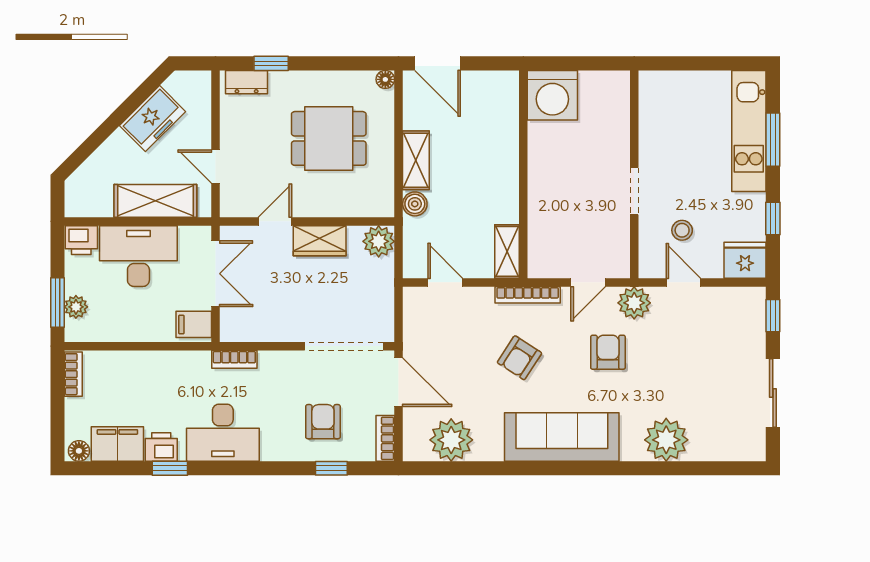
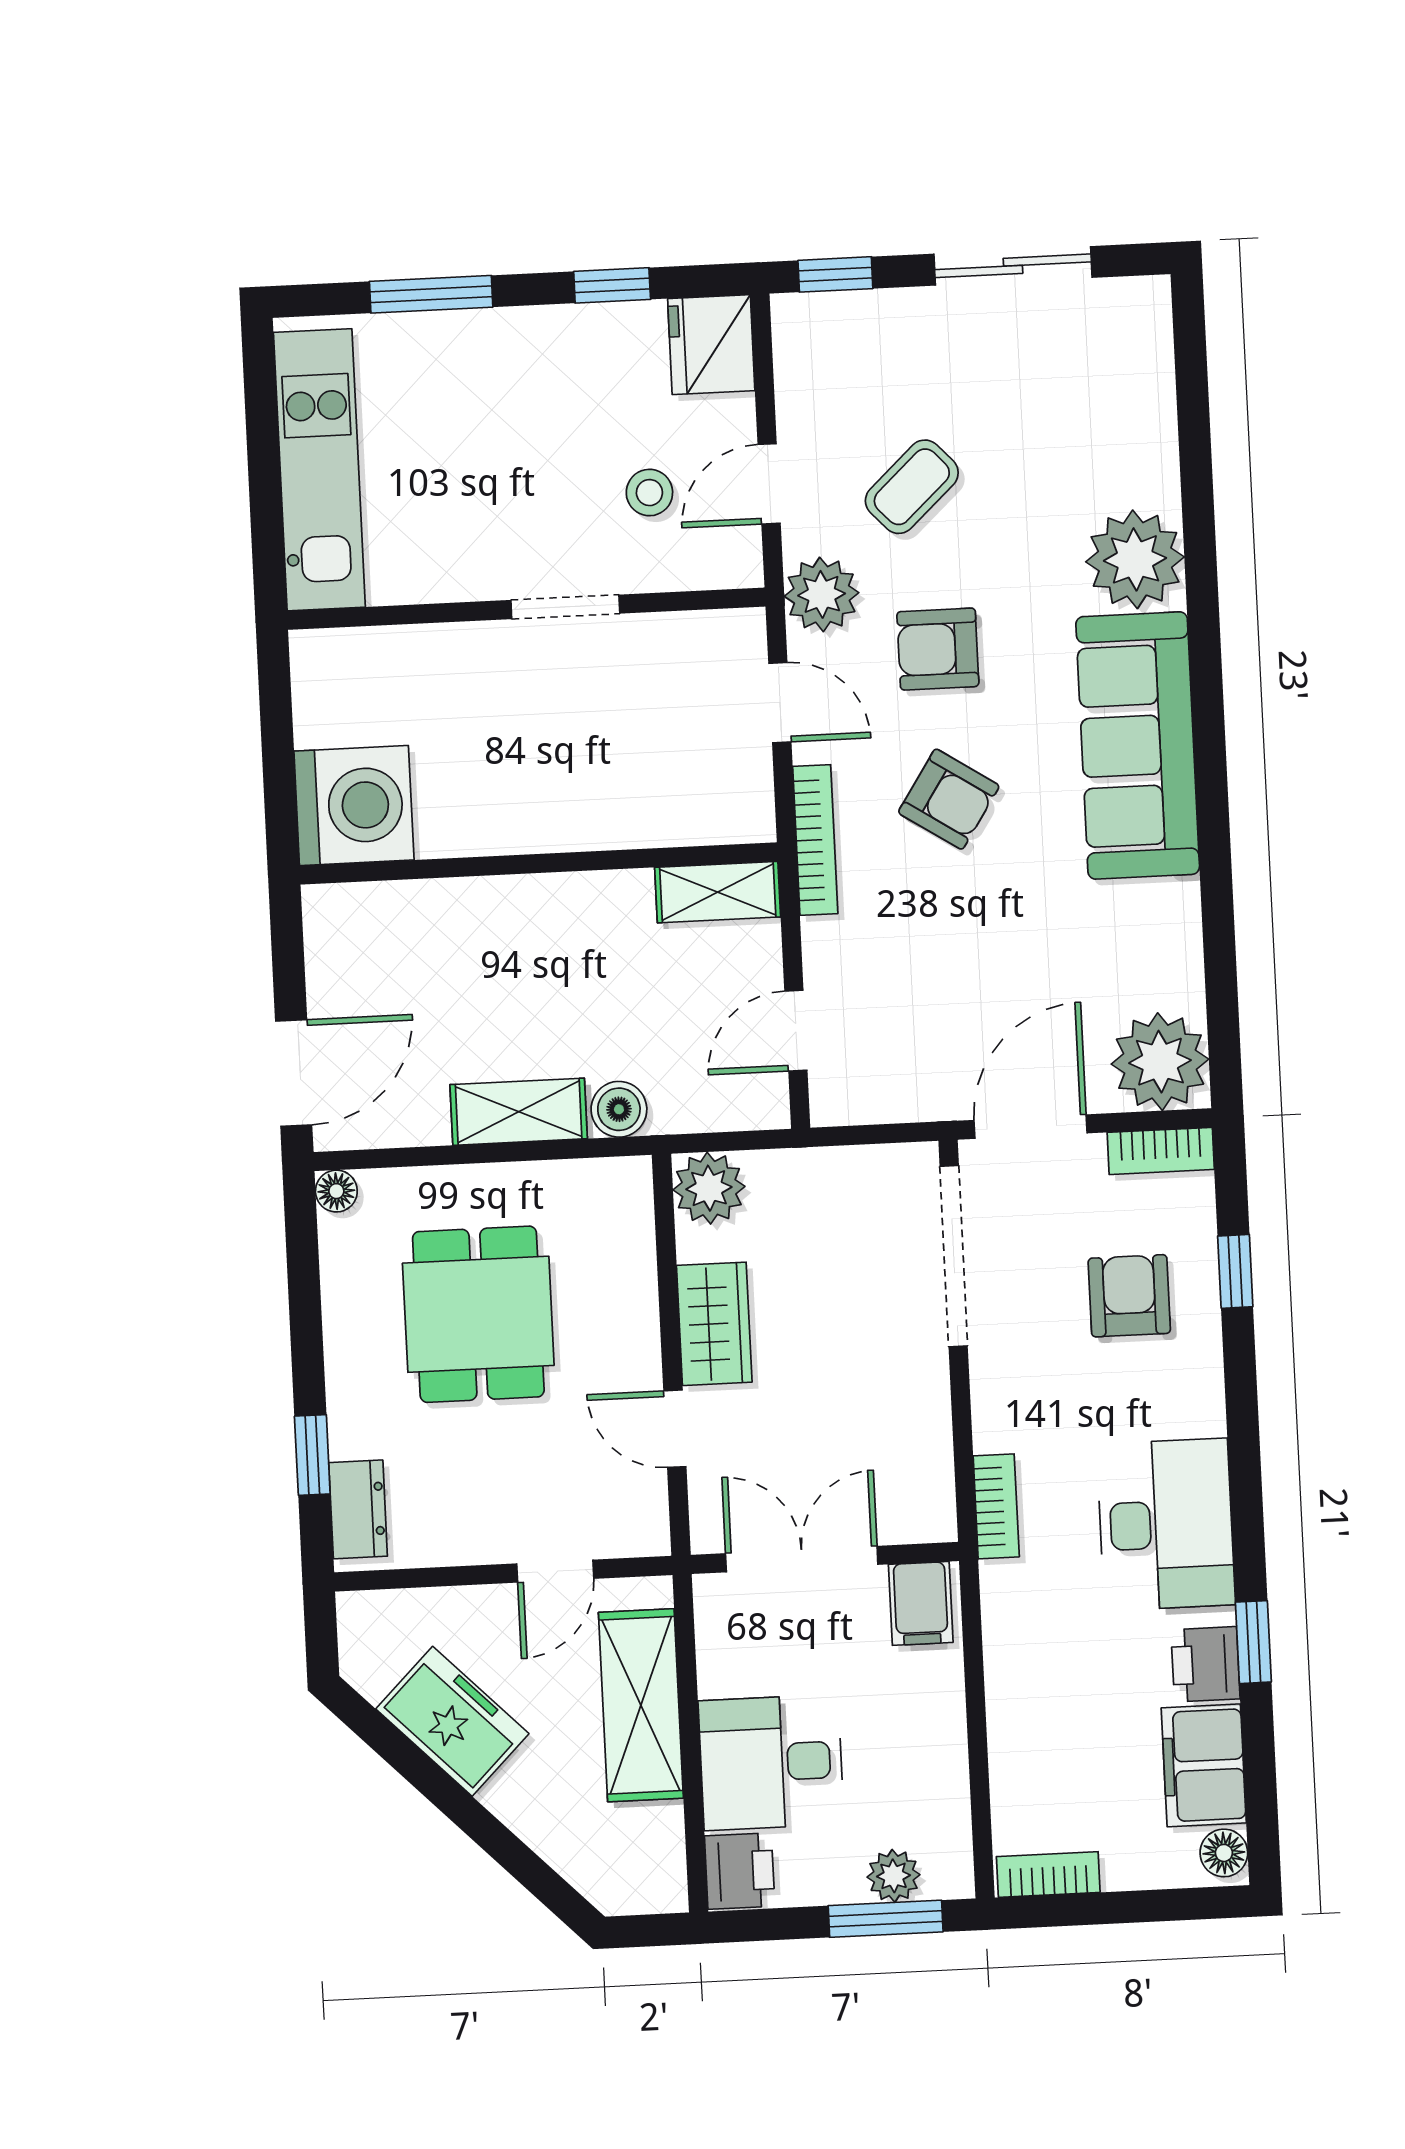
kitchen unit: (749, 131) -> (319, 470), moved, turned -90
desk: (138, 256) -> (771, 1762), width x0.73
coffee table: (679, 344) -> (912, 487), added
armchair: (519, 358) -> (949, 799), moved
armchair: (323, 422) -> (1129, 1296), turned 90
plant: (451, 440) -> (1160, 1062), moved
plant: (666, 440) -> (1135, 559), moved

